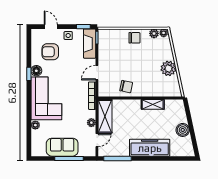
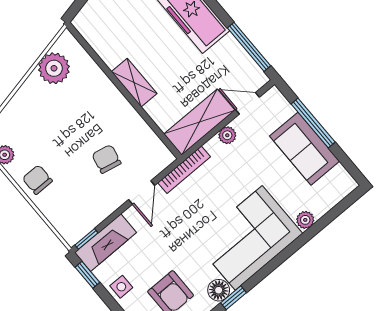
plant: (169, 68) -> (54, 68), moved
door: (97, 73) -> (142, 193), hinge flipped
chair: (126, 87) -> (106, 159), moved
shelving: (153, 104) -> (134, 83), moved

